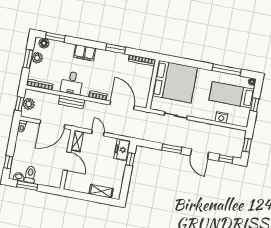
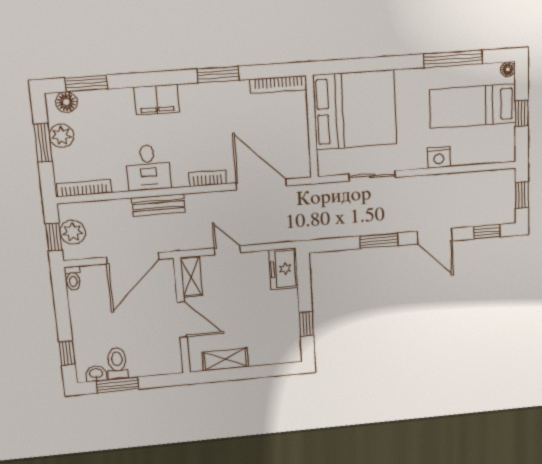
nightstand: (221, 117) -> (439, 157), moved
window: (130, 159) -> (306, 324), moved
shelving: (101, 191) -> (225, 359), moved

